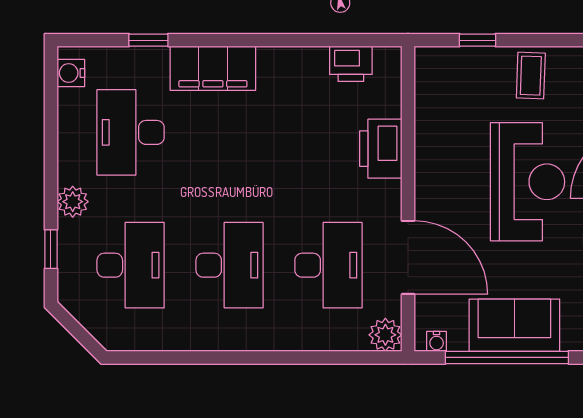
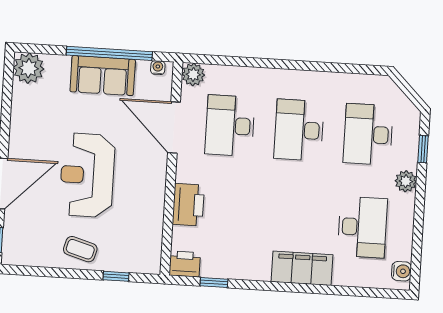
window: (148, 40) -> (214, 282), moved
printer: (351, 64) -> (185, 264), moved
coffee table: (531, 76) -> (80, 249), turned -76

